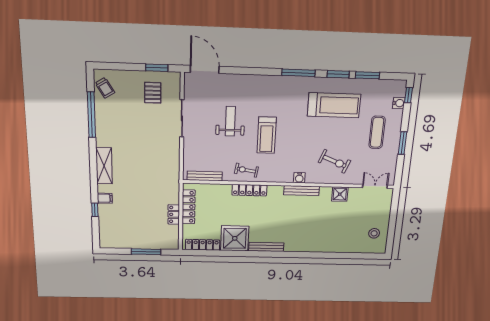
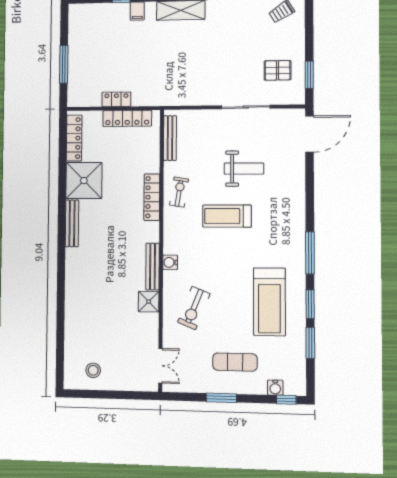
shower: (340, 194) -> (149, 302), moved

